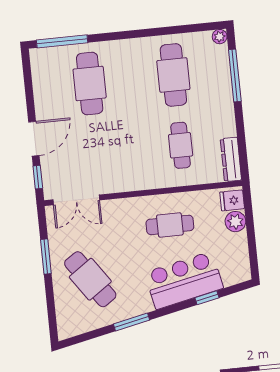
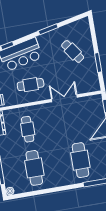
double door: (76, 200) -> (64, 98), moved
cafe table: (90, 279) -> (73, 51), width x0.73, depth x0.74

